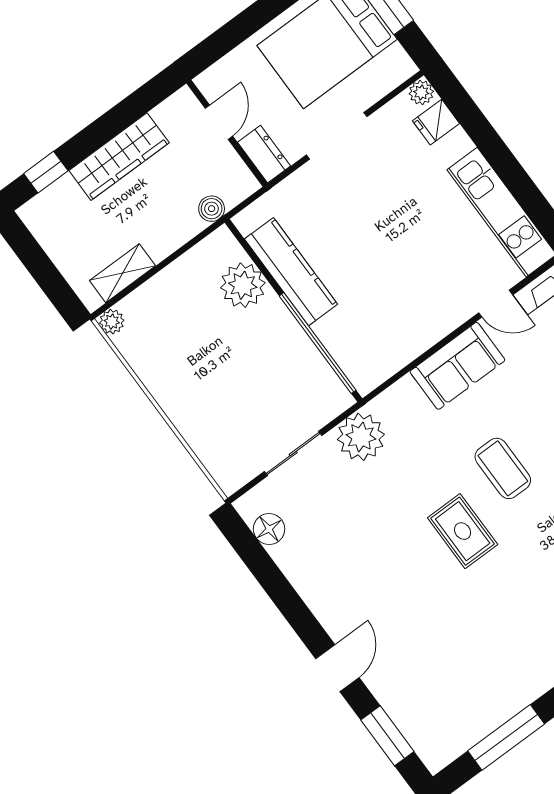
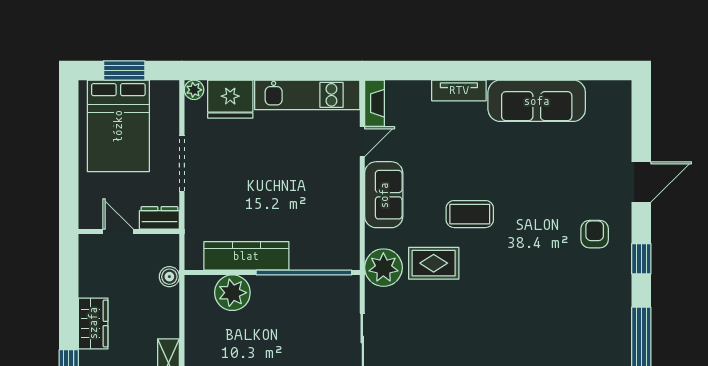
fridge: (436, 122) -> (230, 99), width x1.88, depth x1.34
wardrobe: (119, 157) -> (93, 323), width x0.67
plant: (361, 437) -> (383, 268), moved
rug: (463, 531) -> (434, 263), moved

